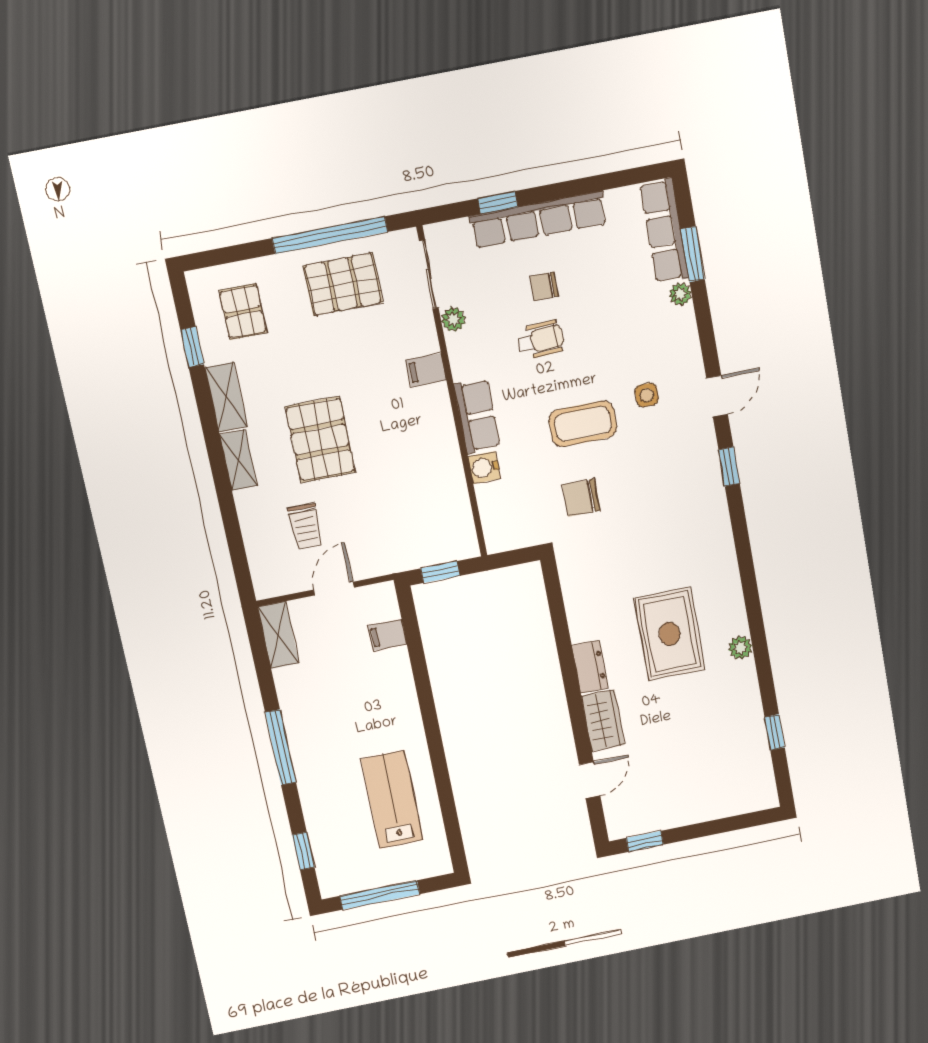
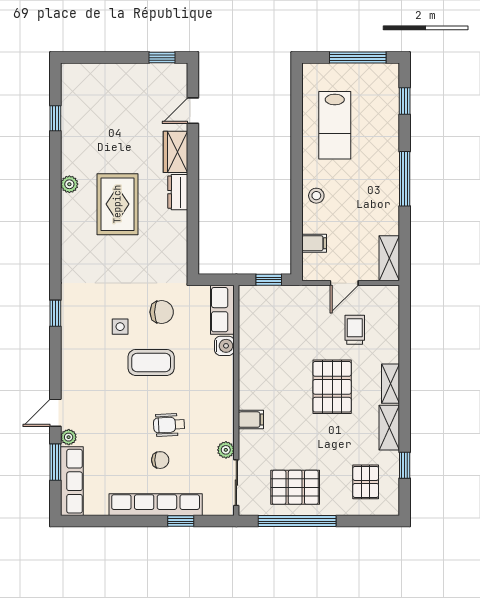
side table: (647, 395) -> (120, 327), moved
door: (717, 396) -> (55, 413), moved
row of seats: (477, 416) -> (222, 310), moved
stool: (398, 700) -> (316, 196), added

